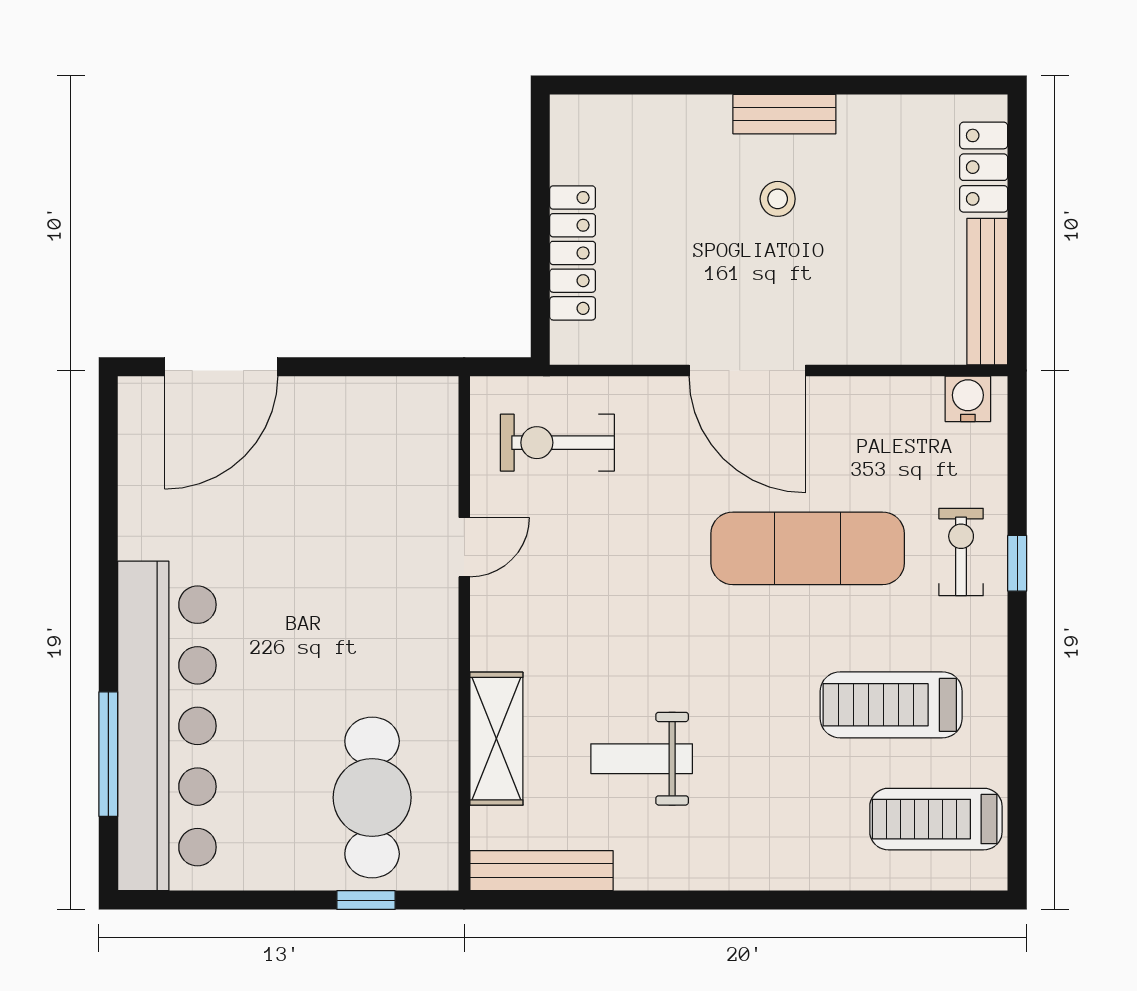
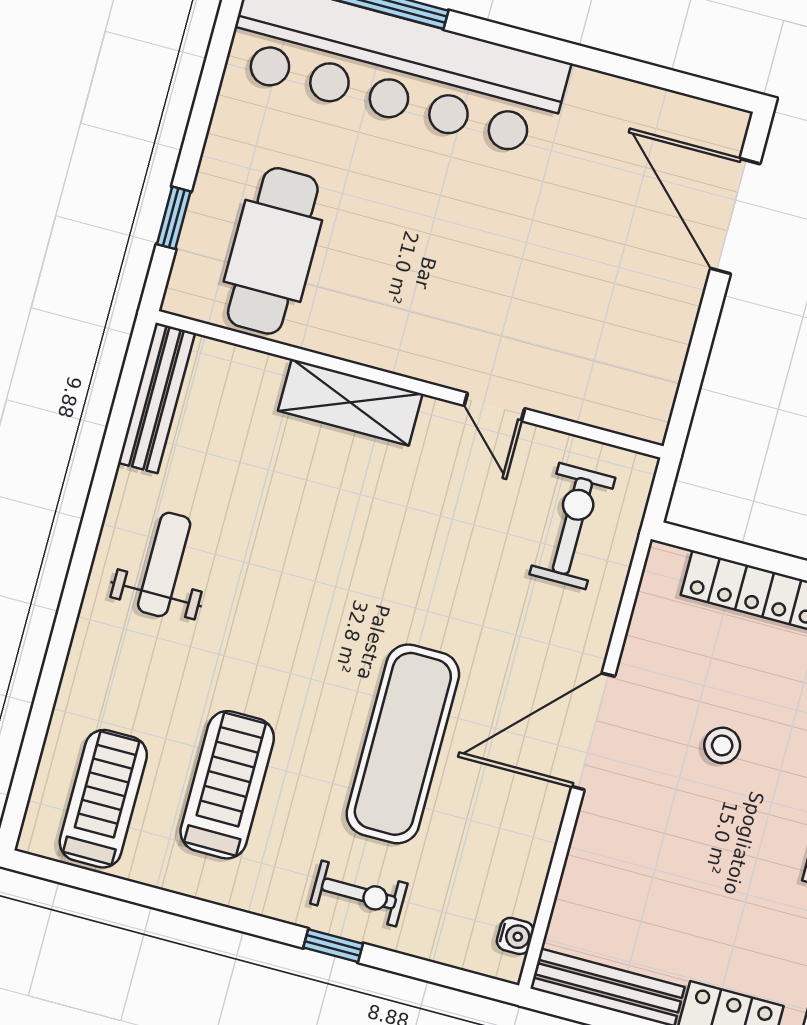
stool: (778, 199) -> (722, 745), moved
water cooler: (968, 399) -> (515, 936), width x0.72, depth x0.72
shelving: (496, 739) -> (350, 402), moved
weight bench: (642, 759) -> (164, 564), moved
cafe table: (372, 798) -> (273, 251), turned 90

